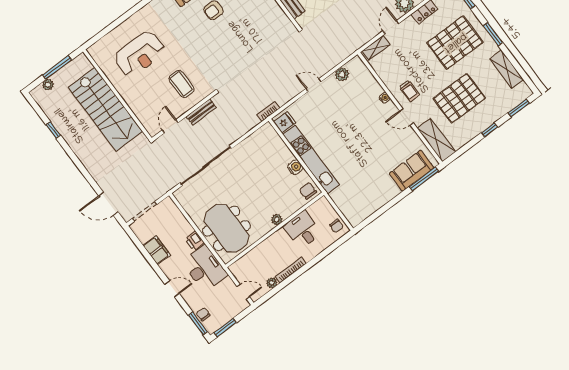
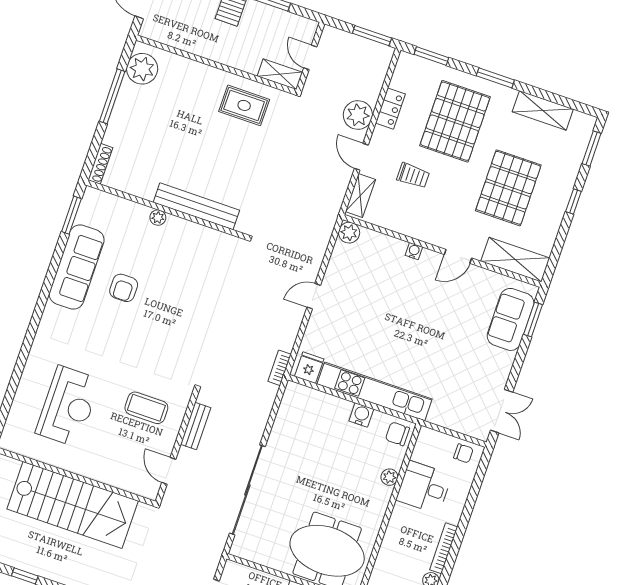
plant: (342, 74) -> (349, 233), moved
trolley: (409, 91) -> (413, 176), moved
window: (424, 179) -> (533, 320), width x0.69
double door: (373, 217) -> (502, 411), added
plant: (277, 219) -> (389, 477), moved

